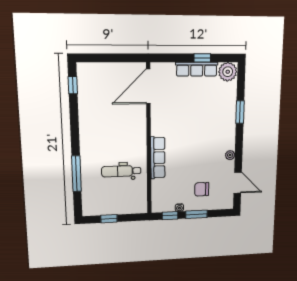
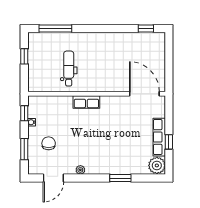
row of seats: (158, 158) -> (86, 102), width x0.68
window: (76, 174) -> (55, 29), moved
window: (196, 214) -> (24, 149), moved

